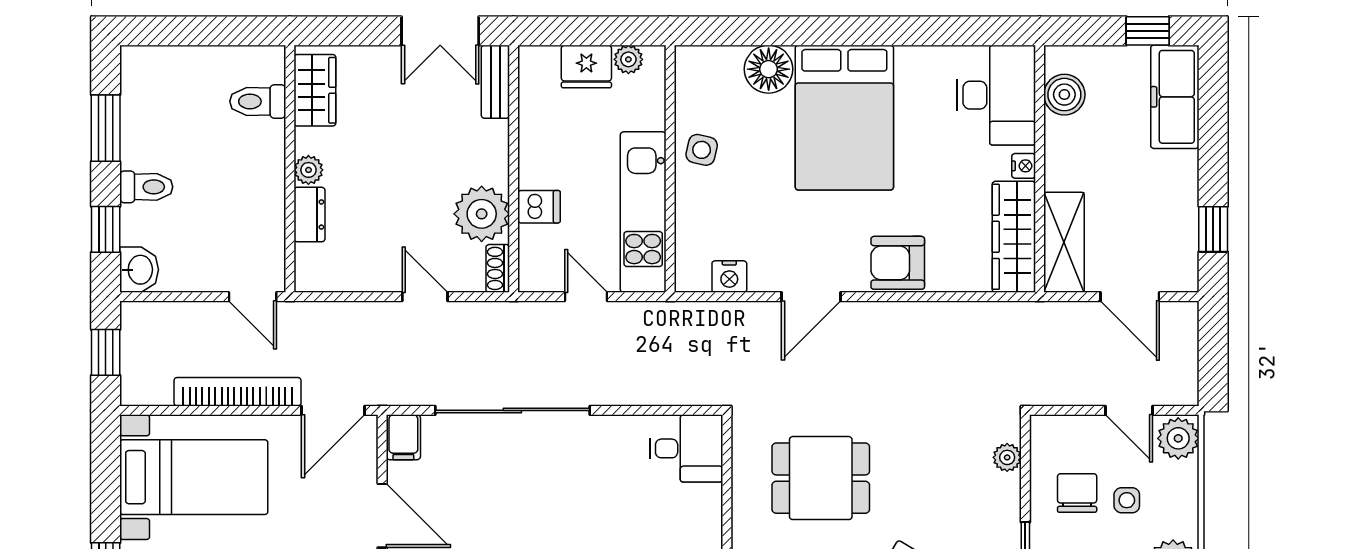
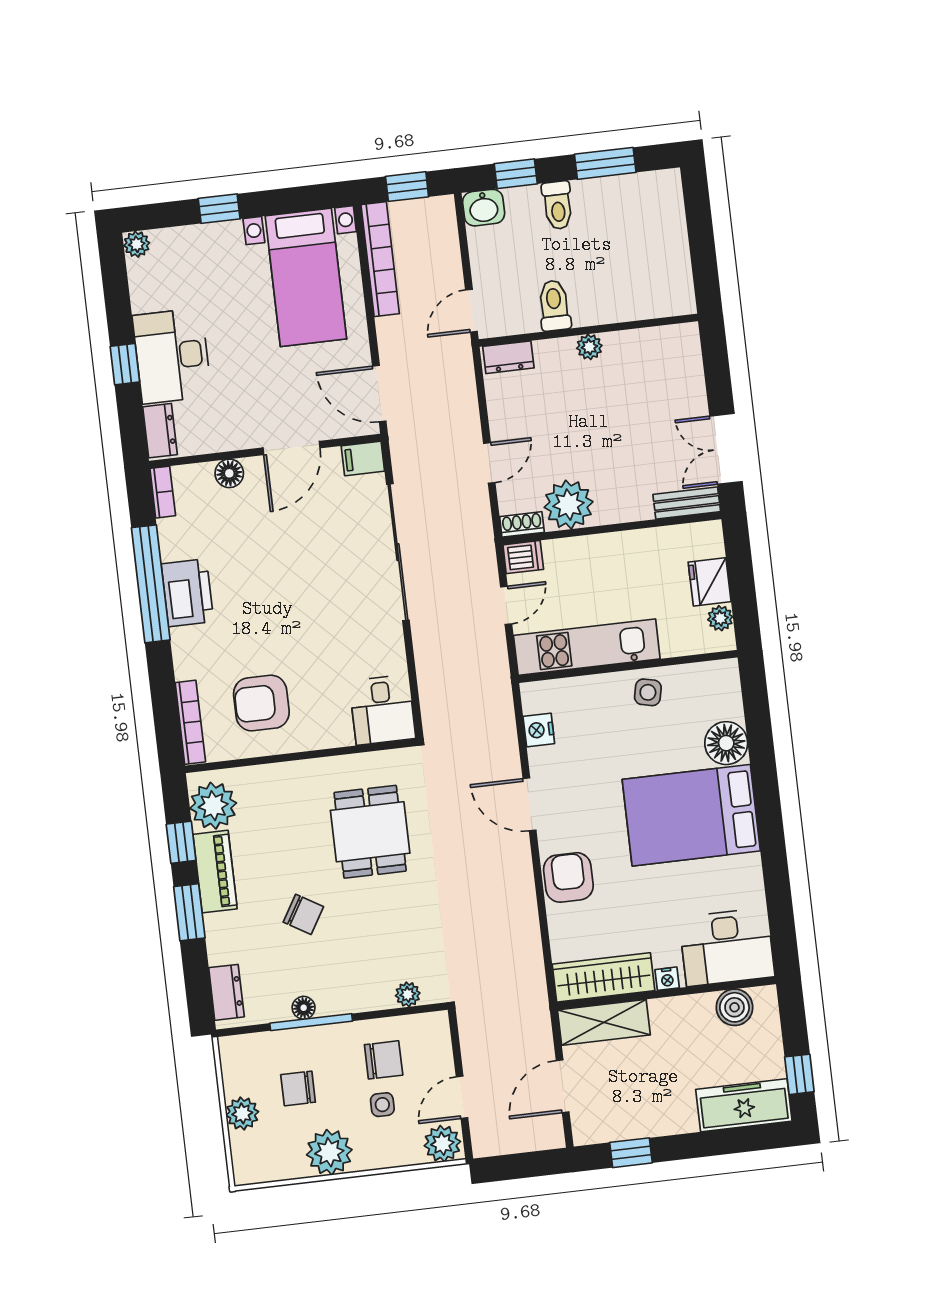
wardrobe: (315, 90) -> (660, 344), removed
toilet: (258, 101) -> (554, 305), moved
dishwasher: (539, 207) -> (523, 557), moved, turned -90
dresser: (309, 215) -> (508, 357), moved
bookcase: (238, 392) -> (380, 259), moved

